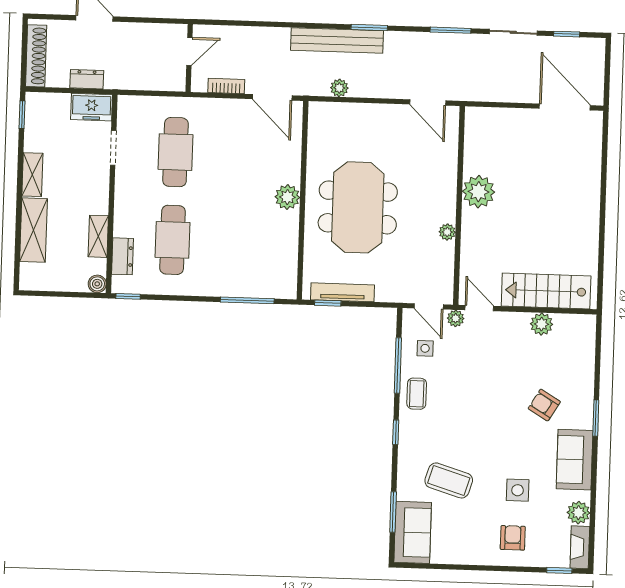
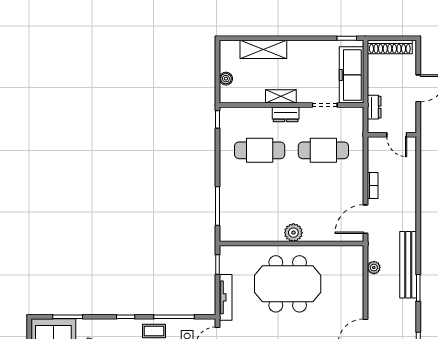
door: (189, 51) -> (397, 135), moved
wall: (189, 58) -> (392, 135), moved
dresser: (87, 79) -> (374, 107), moved
freezer: (92, 107) -> (351, 75), width x1.91, depth x1.26
shelving: (32, 175) -> (304, 47), removed
shelving: (98, 236) -> (281, 96), moved
dresser: (122, 256) -> (286, 114), moved
boiler: (97, 284) -> (226, 79), moved
tv unit: (342, 292) -> (226, 297), moved

